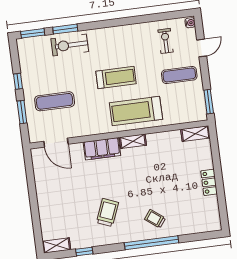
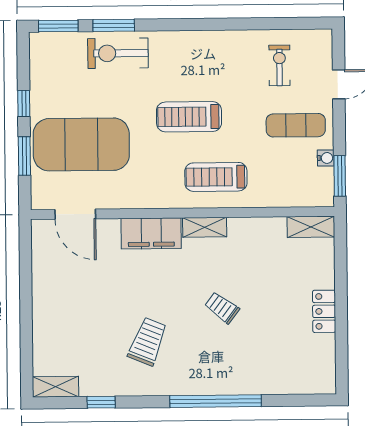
water cooler: (190, 23) -> (326, 158), moved
treadmill: (116, 77) -> (189, 117), turned 180
exercise mat: (55, 101) -> (81, 144), width x2.00, depth x1.45
treadmill: (136, 111) -> (216, 177), width x0.73, depth x0.73
trolley: (155, 219) -> (222, 308), moved

